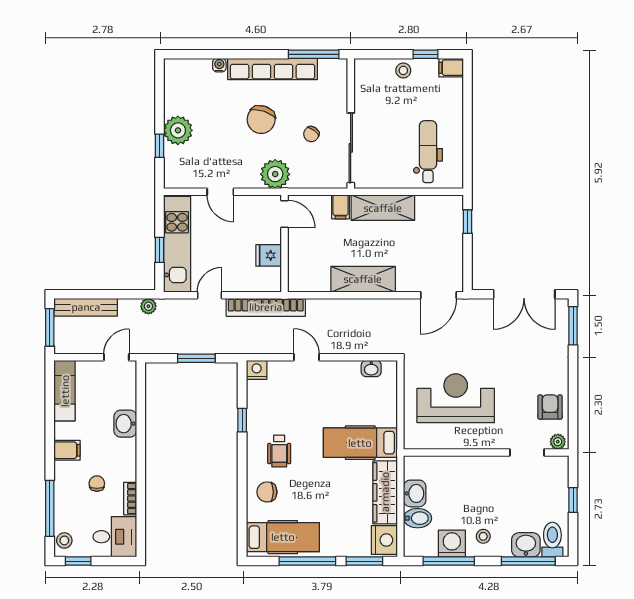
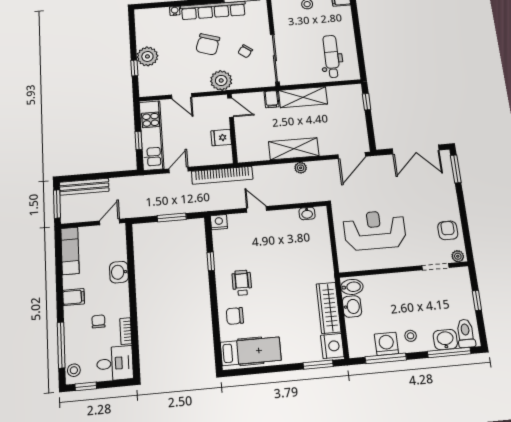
plant: (148, 306) -> (301, 168), moved
hospital bed: (360, 443) -> (305, 271), removed
wheelchair: (279, 451) -> (242, 283), turned 180
bidet: (418, 518) -> (352, 287), moved
window: (307, 561) -> (272, 369), removed

